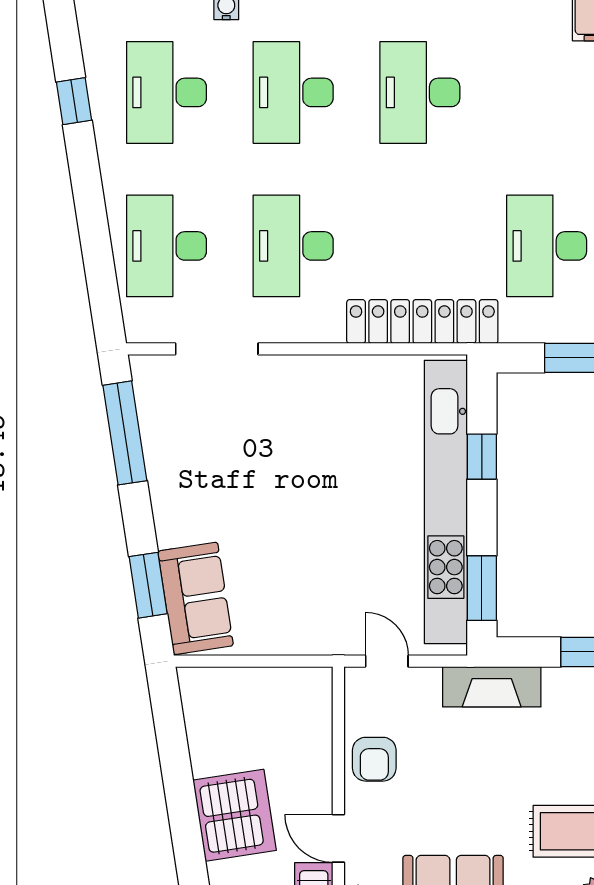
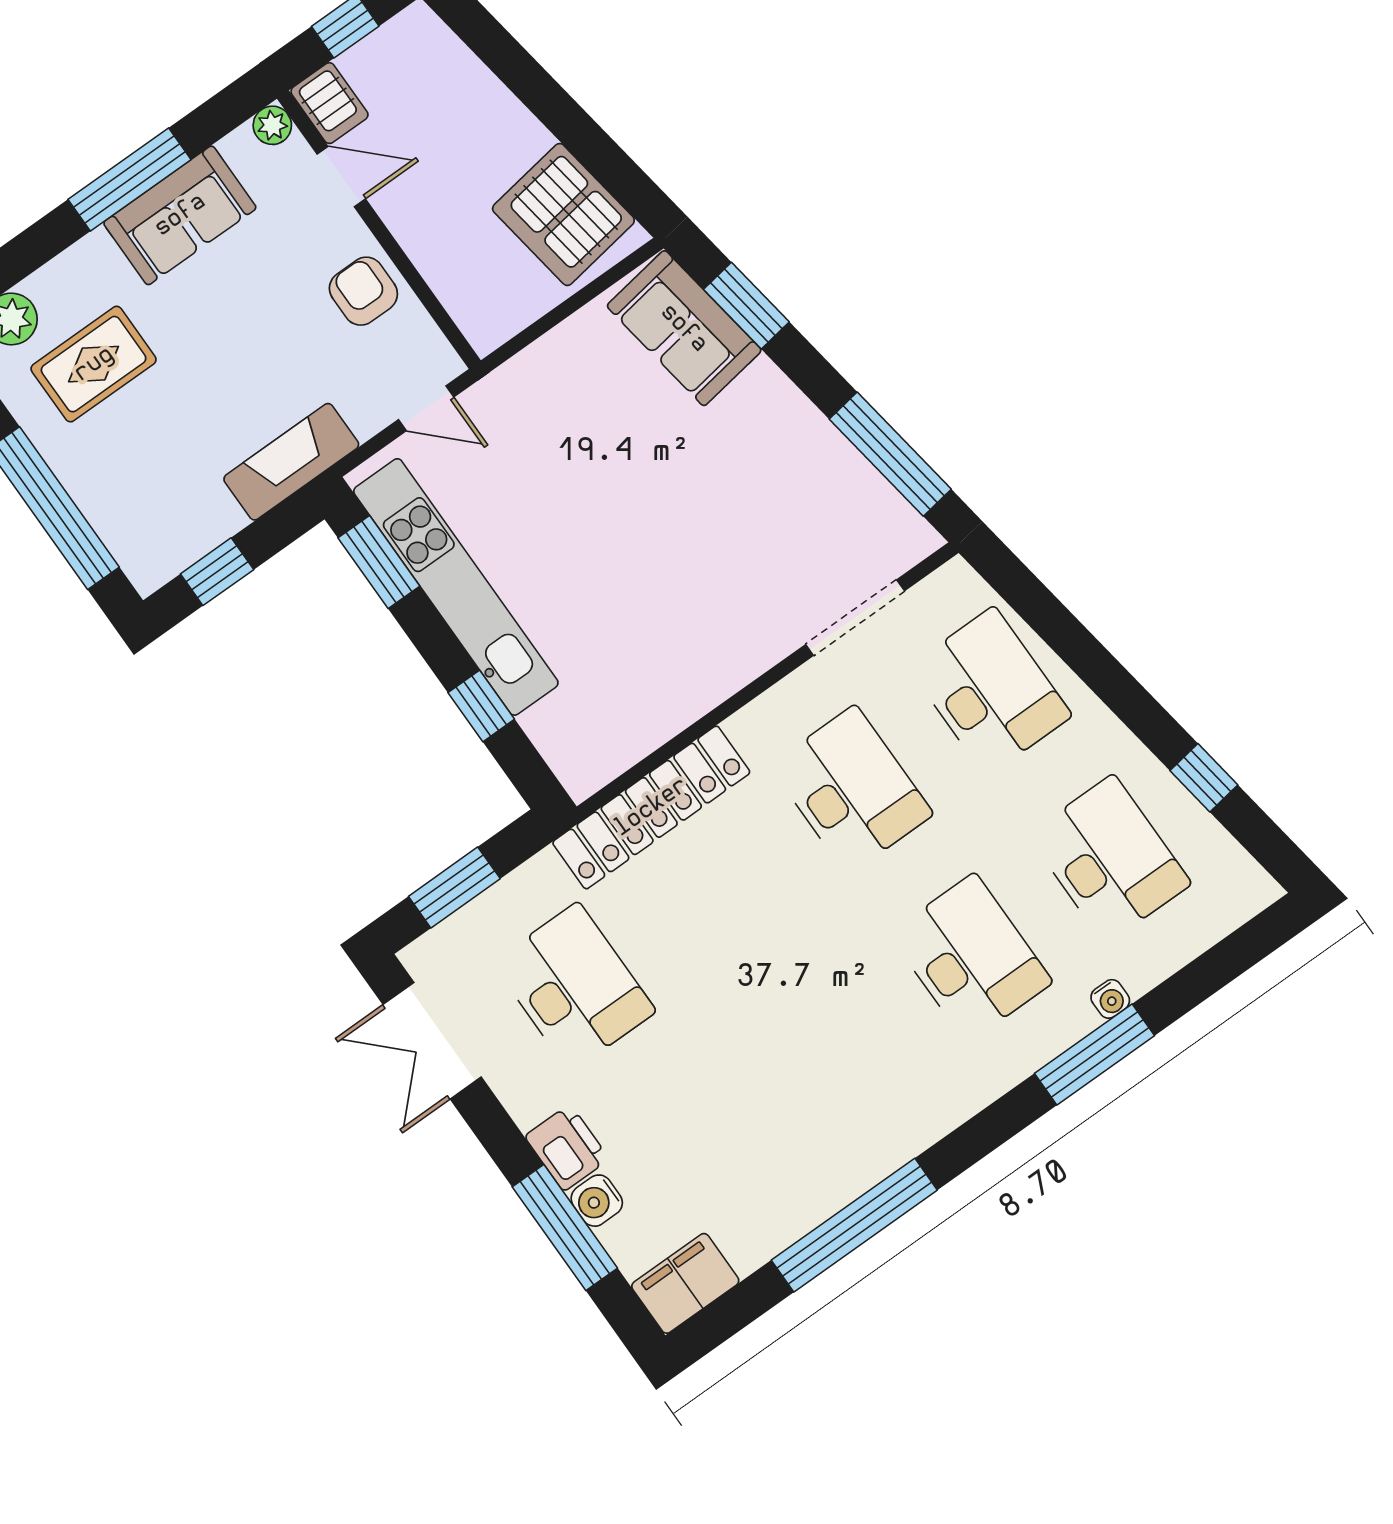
desk: (420, 92) -> (832, 1056), removed
kitchen unit: (446, 502) -> (456, 587), width x0.73
server rack: (234, 815) -> (563, 214), moved

